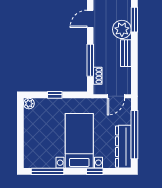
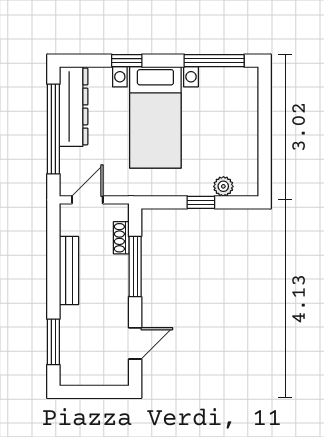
plant: (122, 29) -> (76, 324), removed
bench: (126, 53) -> (69, 271), width x1.36
plant: (29, 104) -> (223, 186), moved

